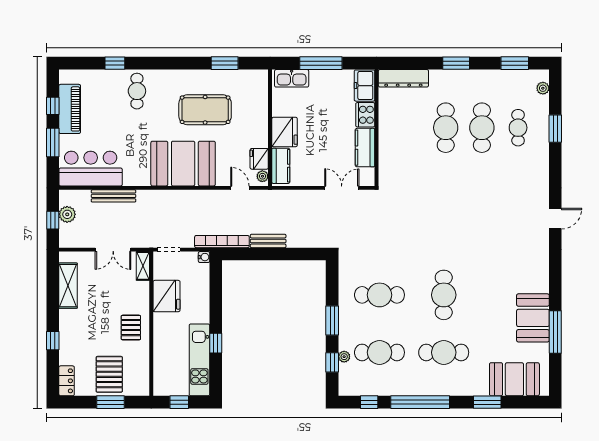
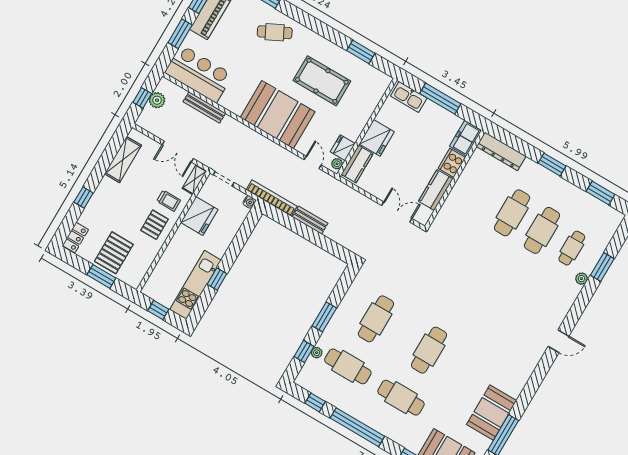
plant: (543, 88) -> (581, 279), moved
cafe table: (137, 91) -> (275, 32), turned 63
cafe table: (379, 295) -> (376, 319), turned 90
trolley: (131, 298) -> (169, 201), added

